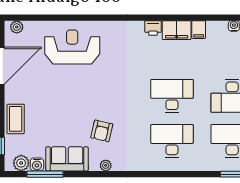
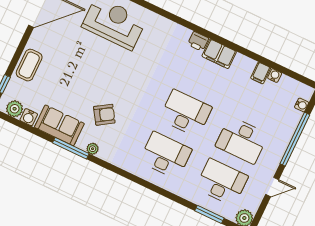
filing cabinet: (199, 30) -> (261, 73), moved
armchair: (102, 131) -> (104, 115), turned -136
window: (45, 174) -> (71, 148), moved

